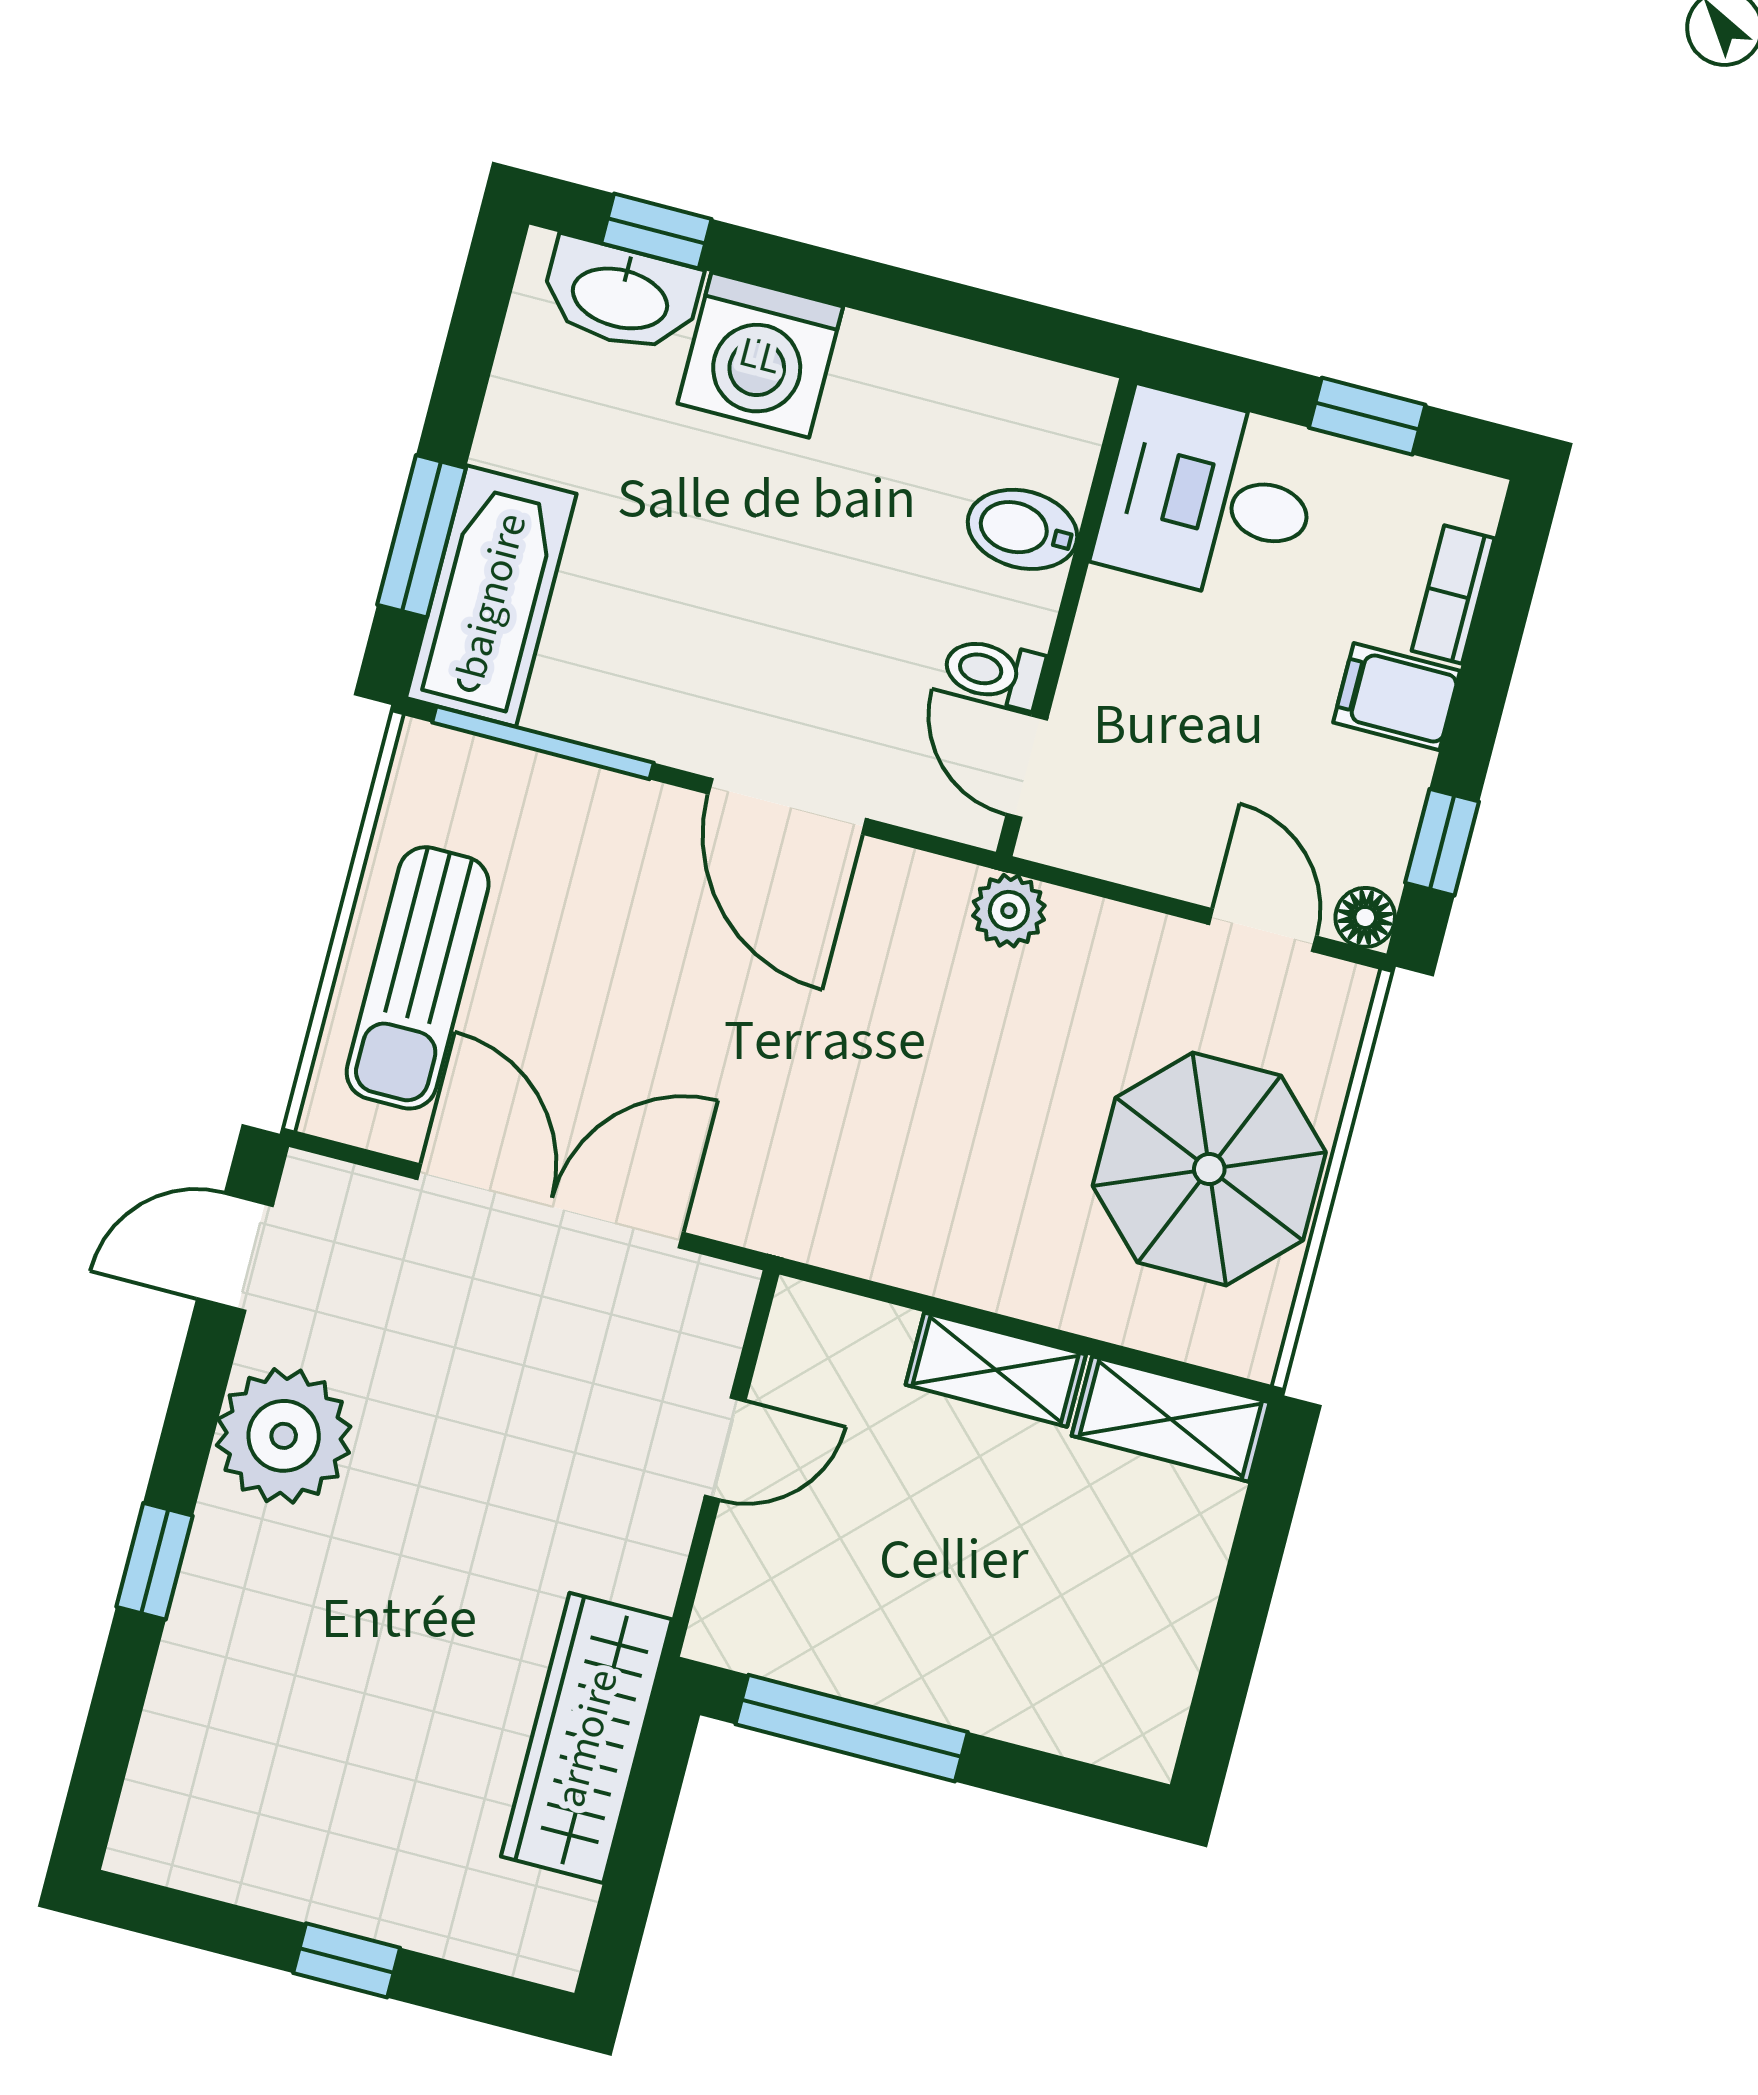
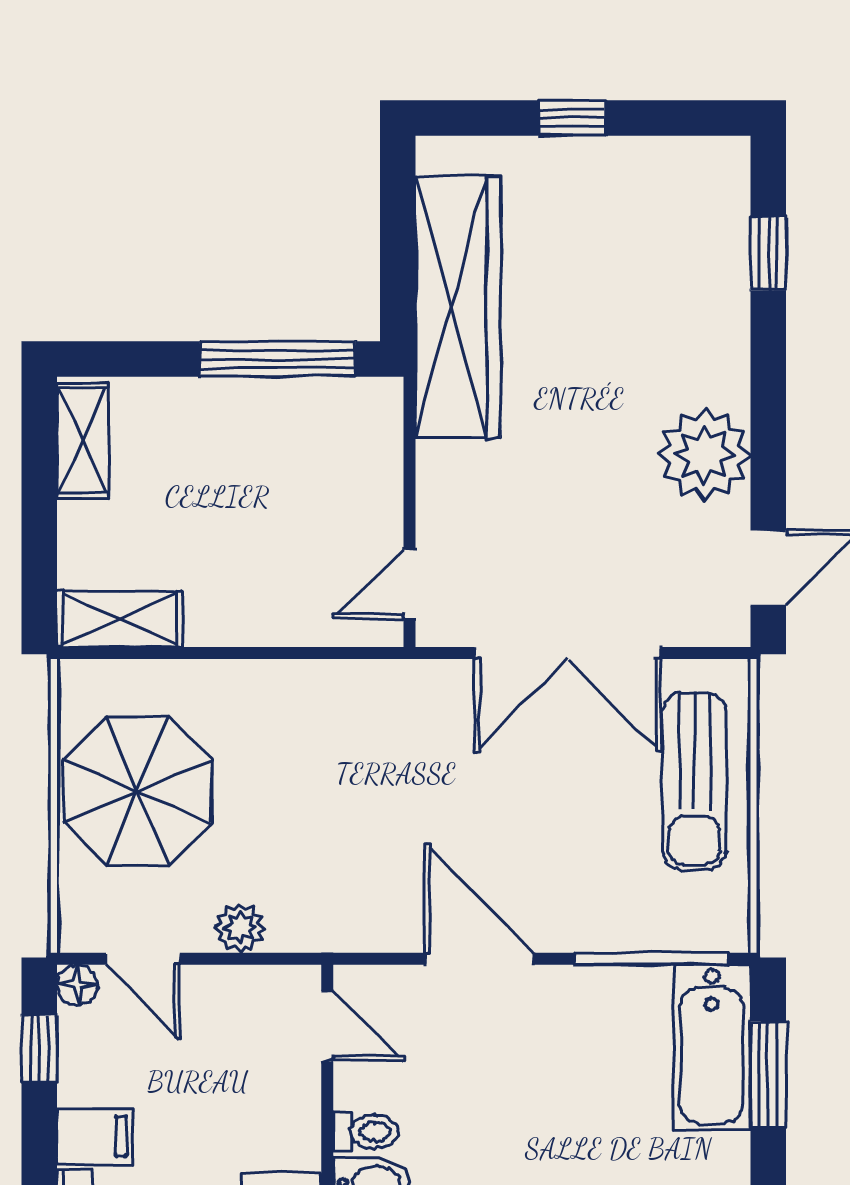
toilet: (994, 672) -> (366, 1132), moved
plant: (1009, 911) -> (240, 928), moved
sun lounger: (418, 978) -> (695, 781), turned 180
shelving: (996, 1370) -> (83, 440), moved, turned 90
door: (725, 1448) -> (410, 584), moved
window: (155, 1561) -> (768, 254), moved
wardrobe: (586, 1738) -> (458, 307), width x1.40, depth x1.17

